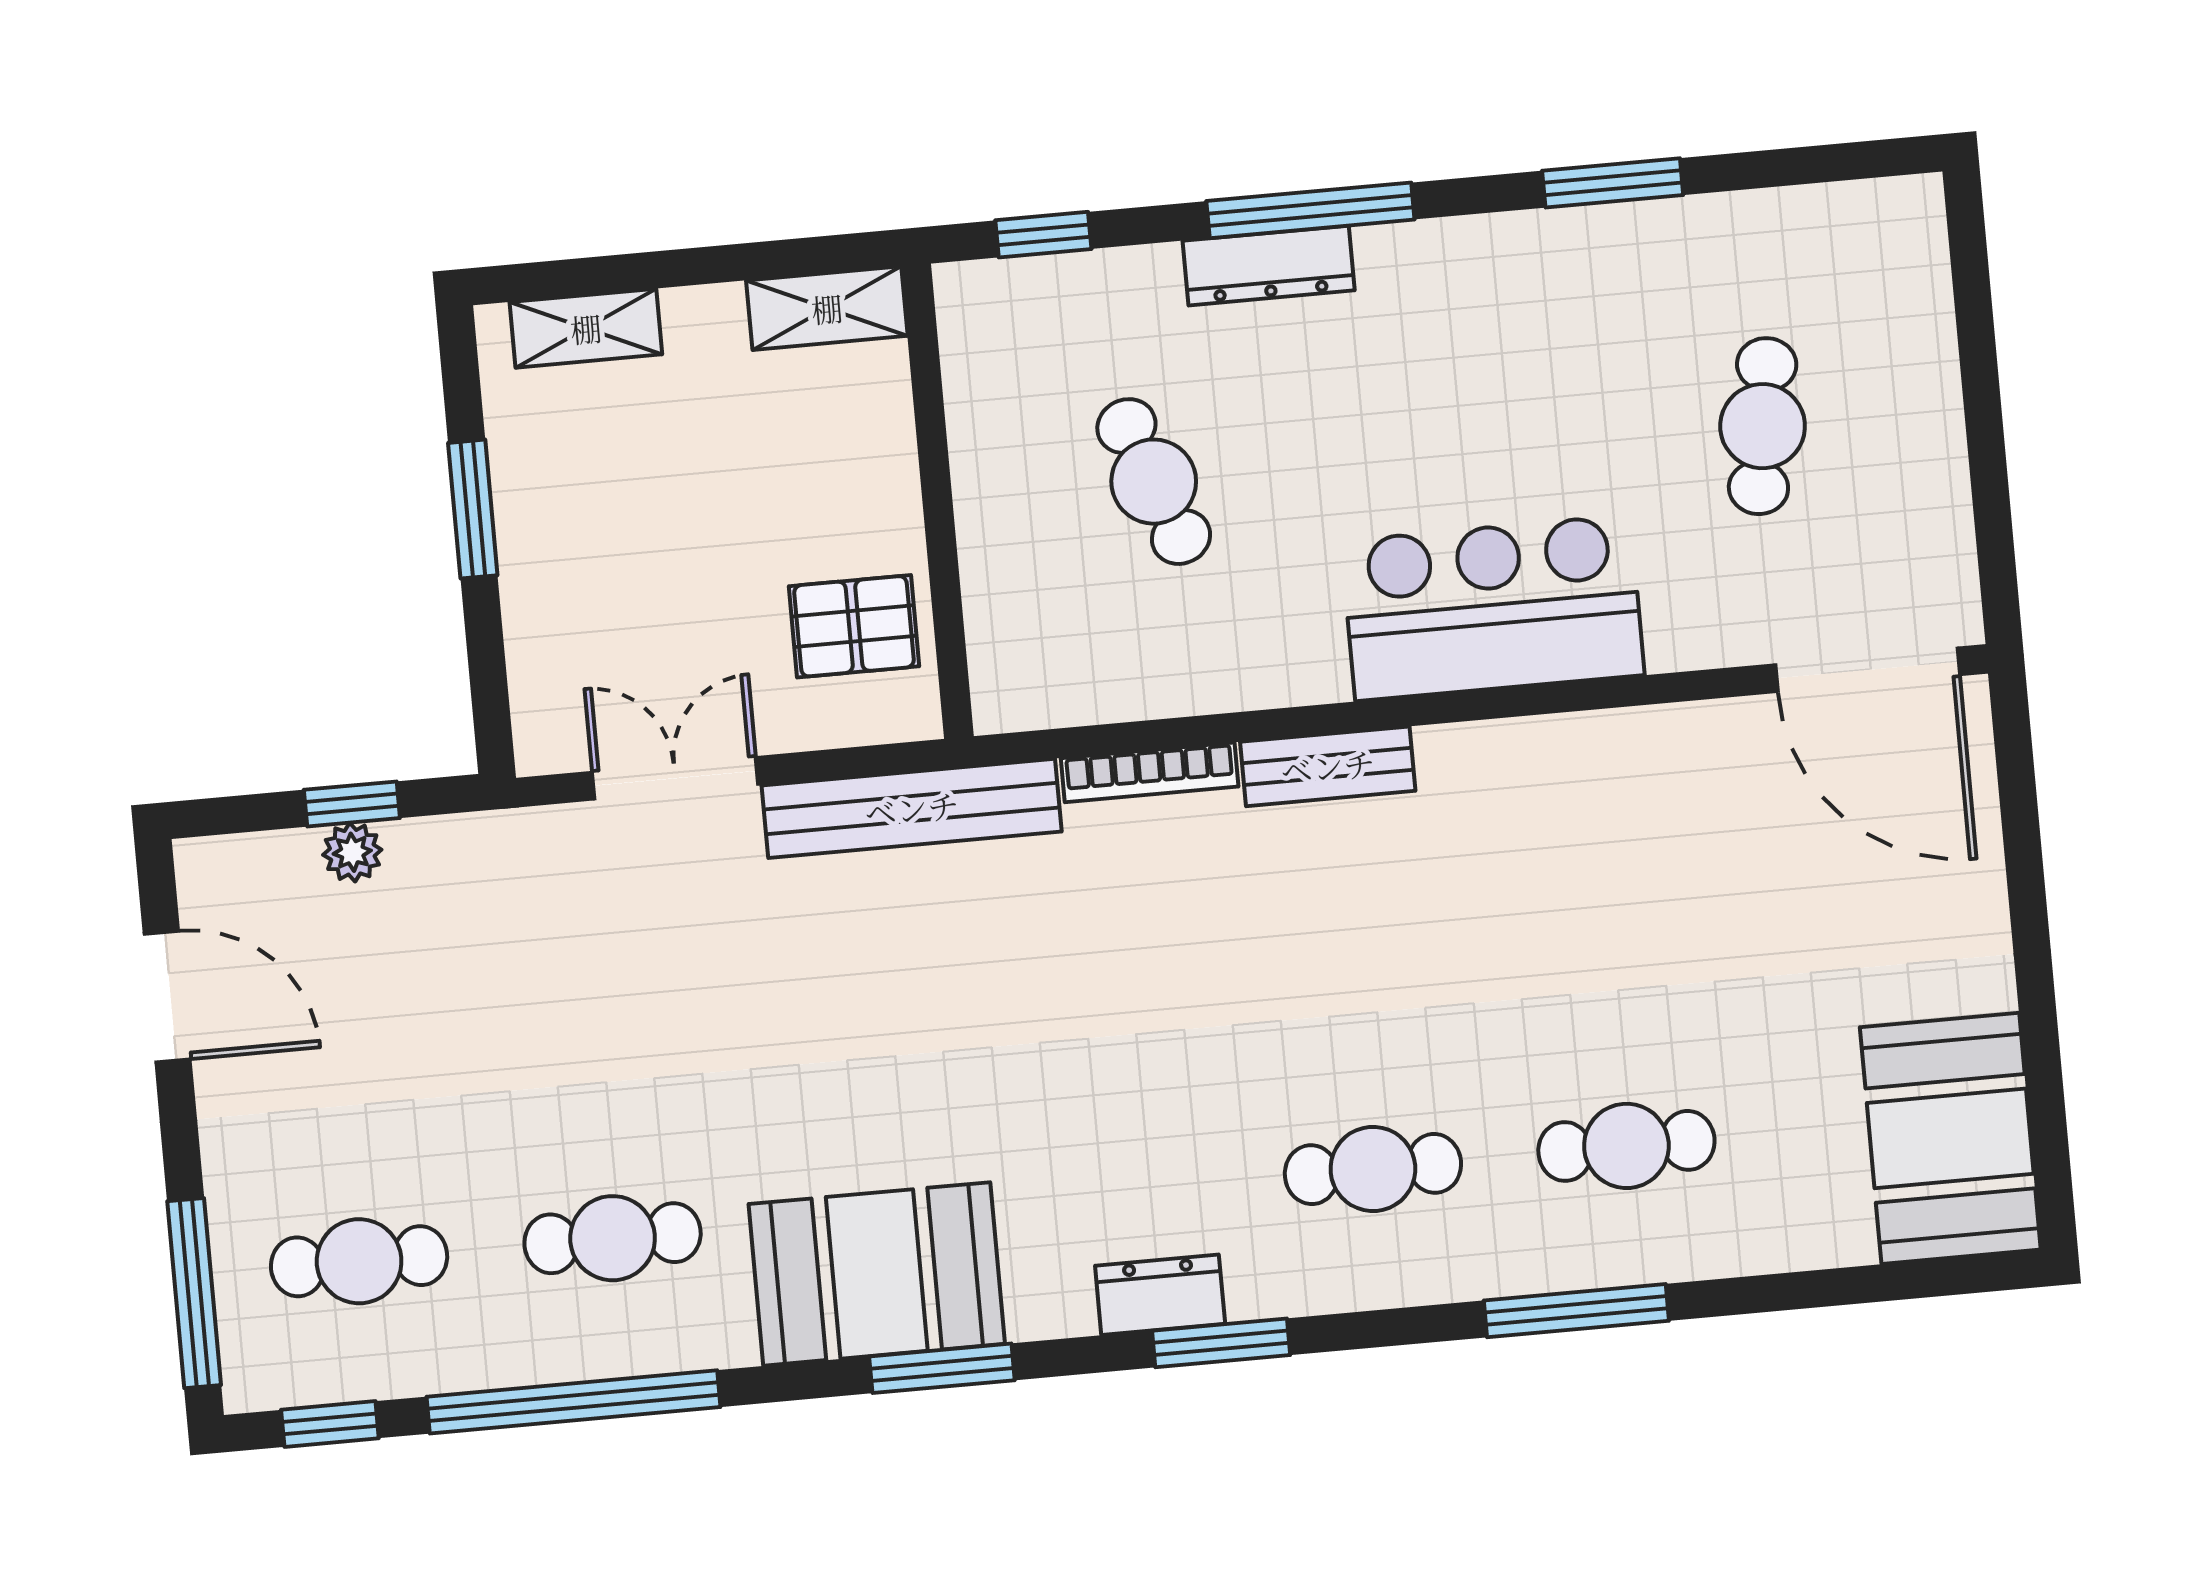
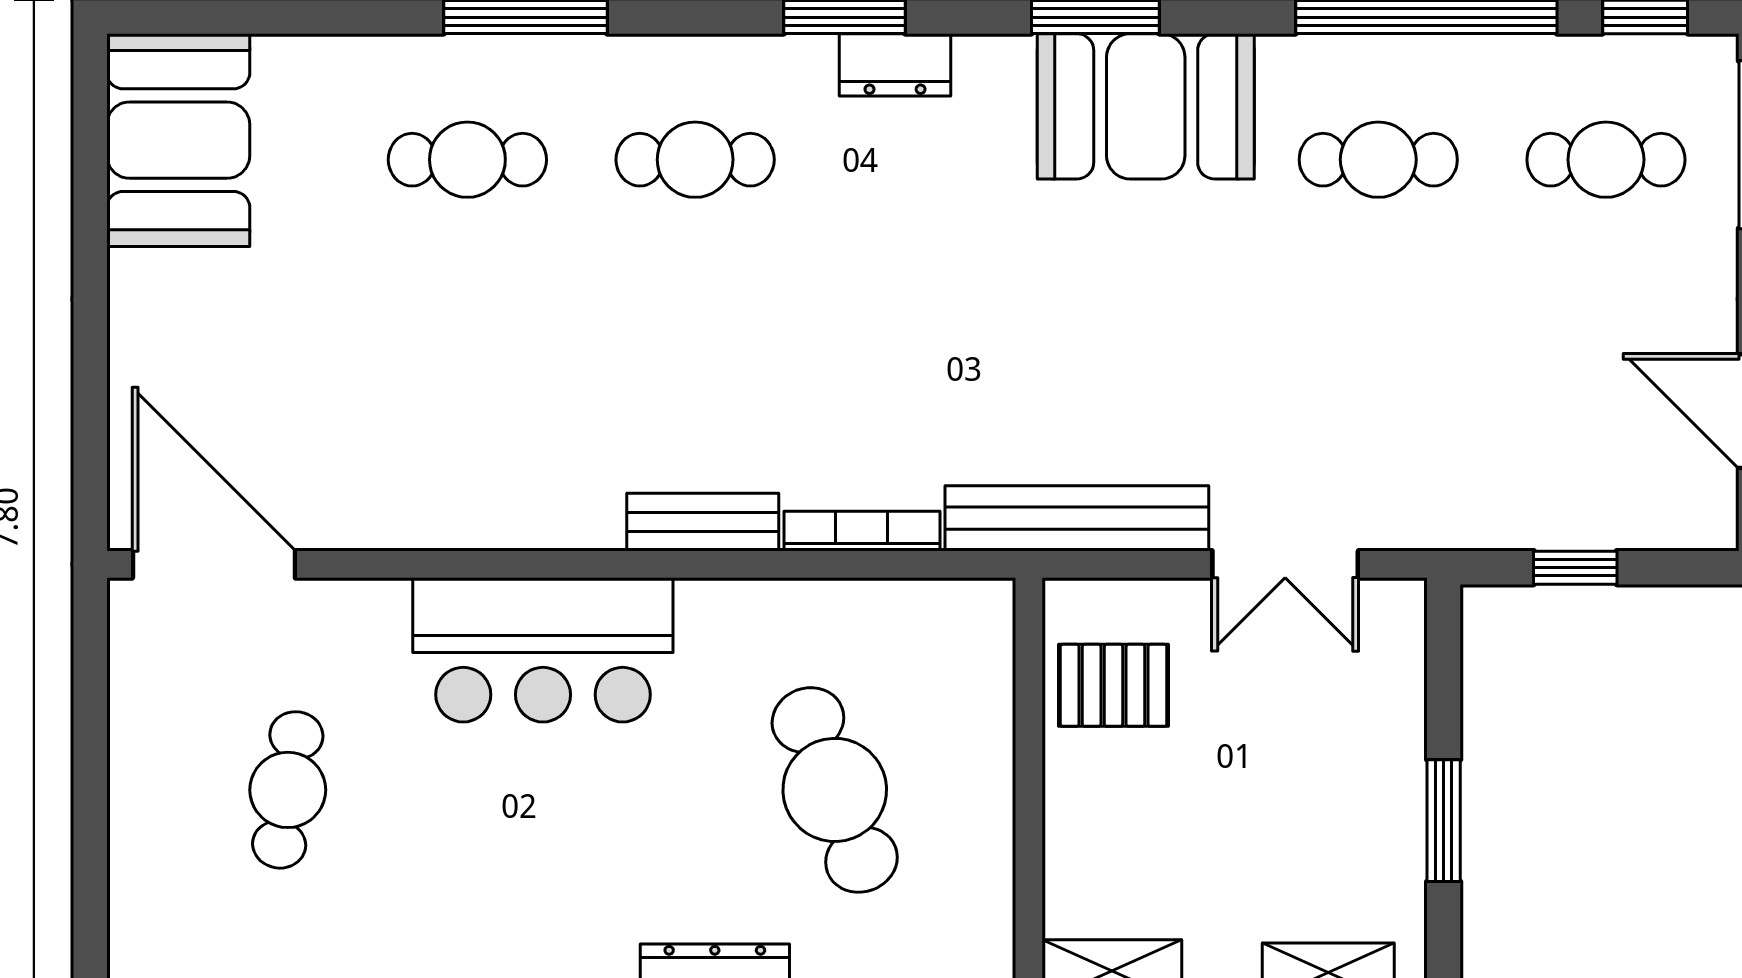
cafe table: (1154, 482) -> (835, 790), width x1.37, depth x1.35
plant: (352, 852) -> (1579, 525), removed

